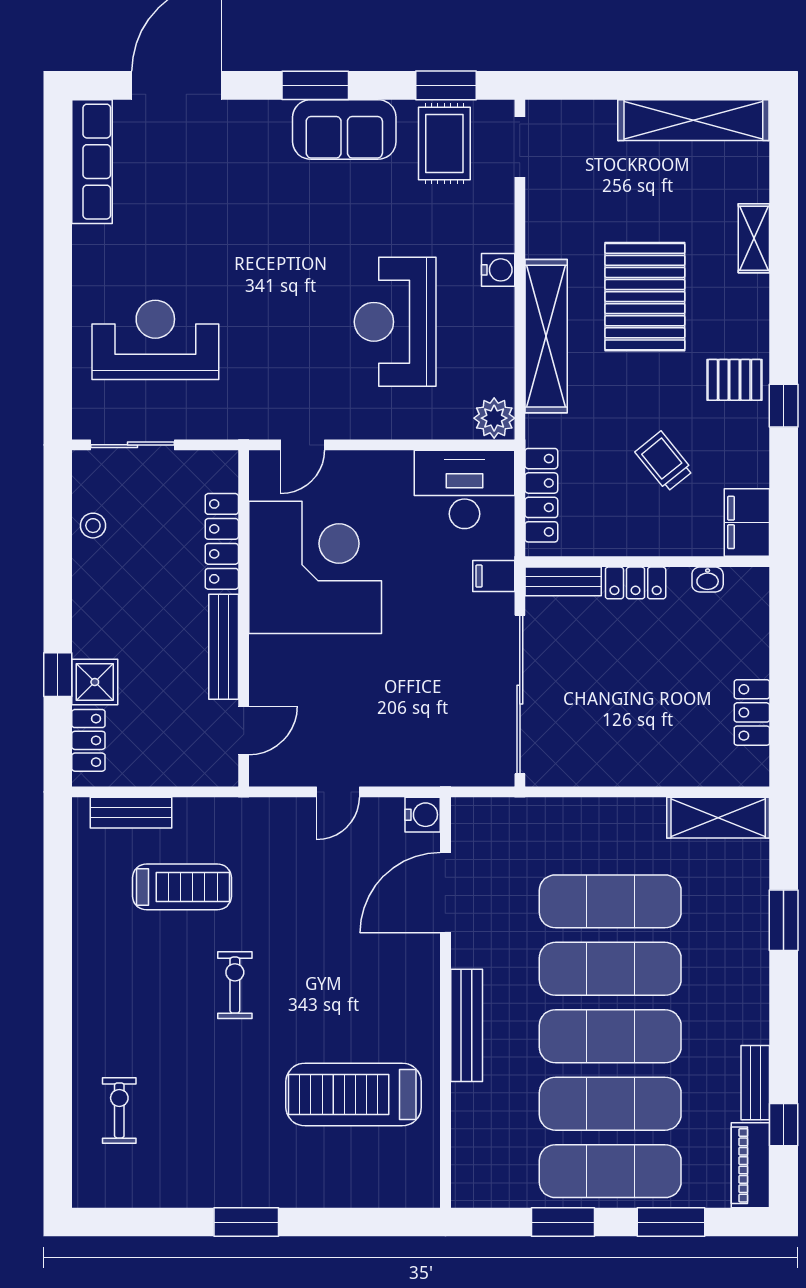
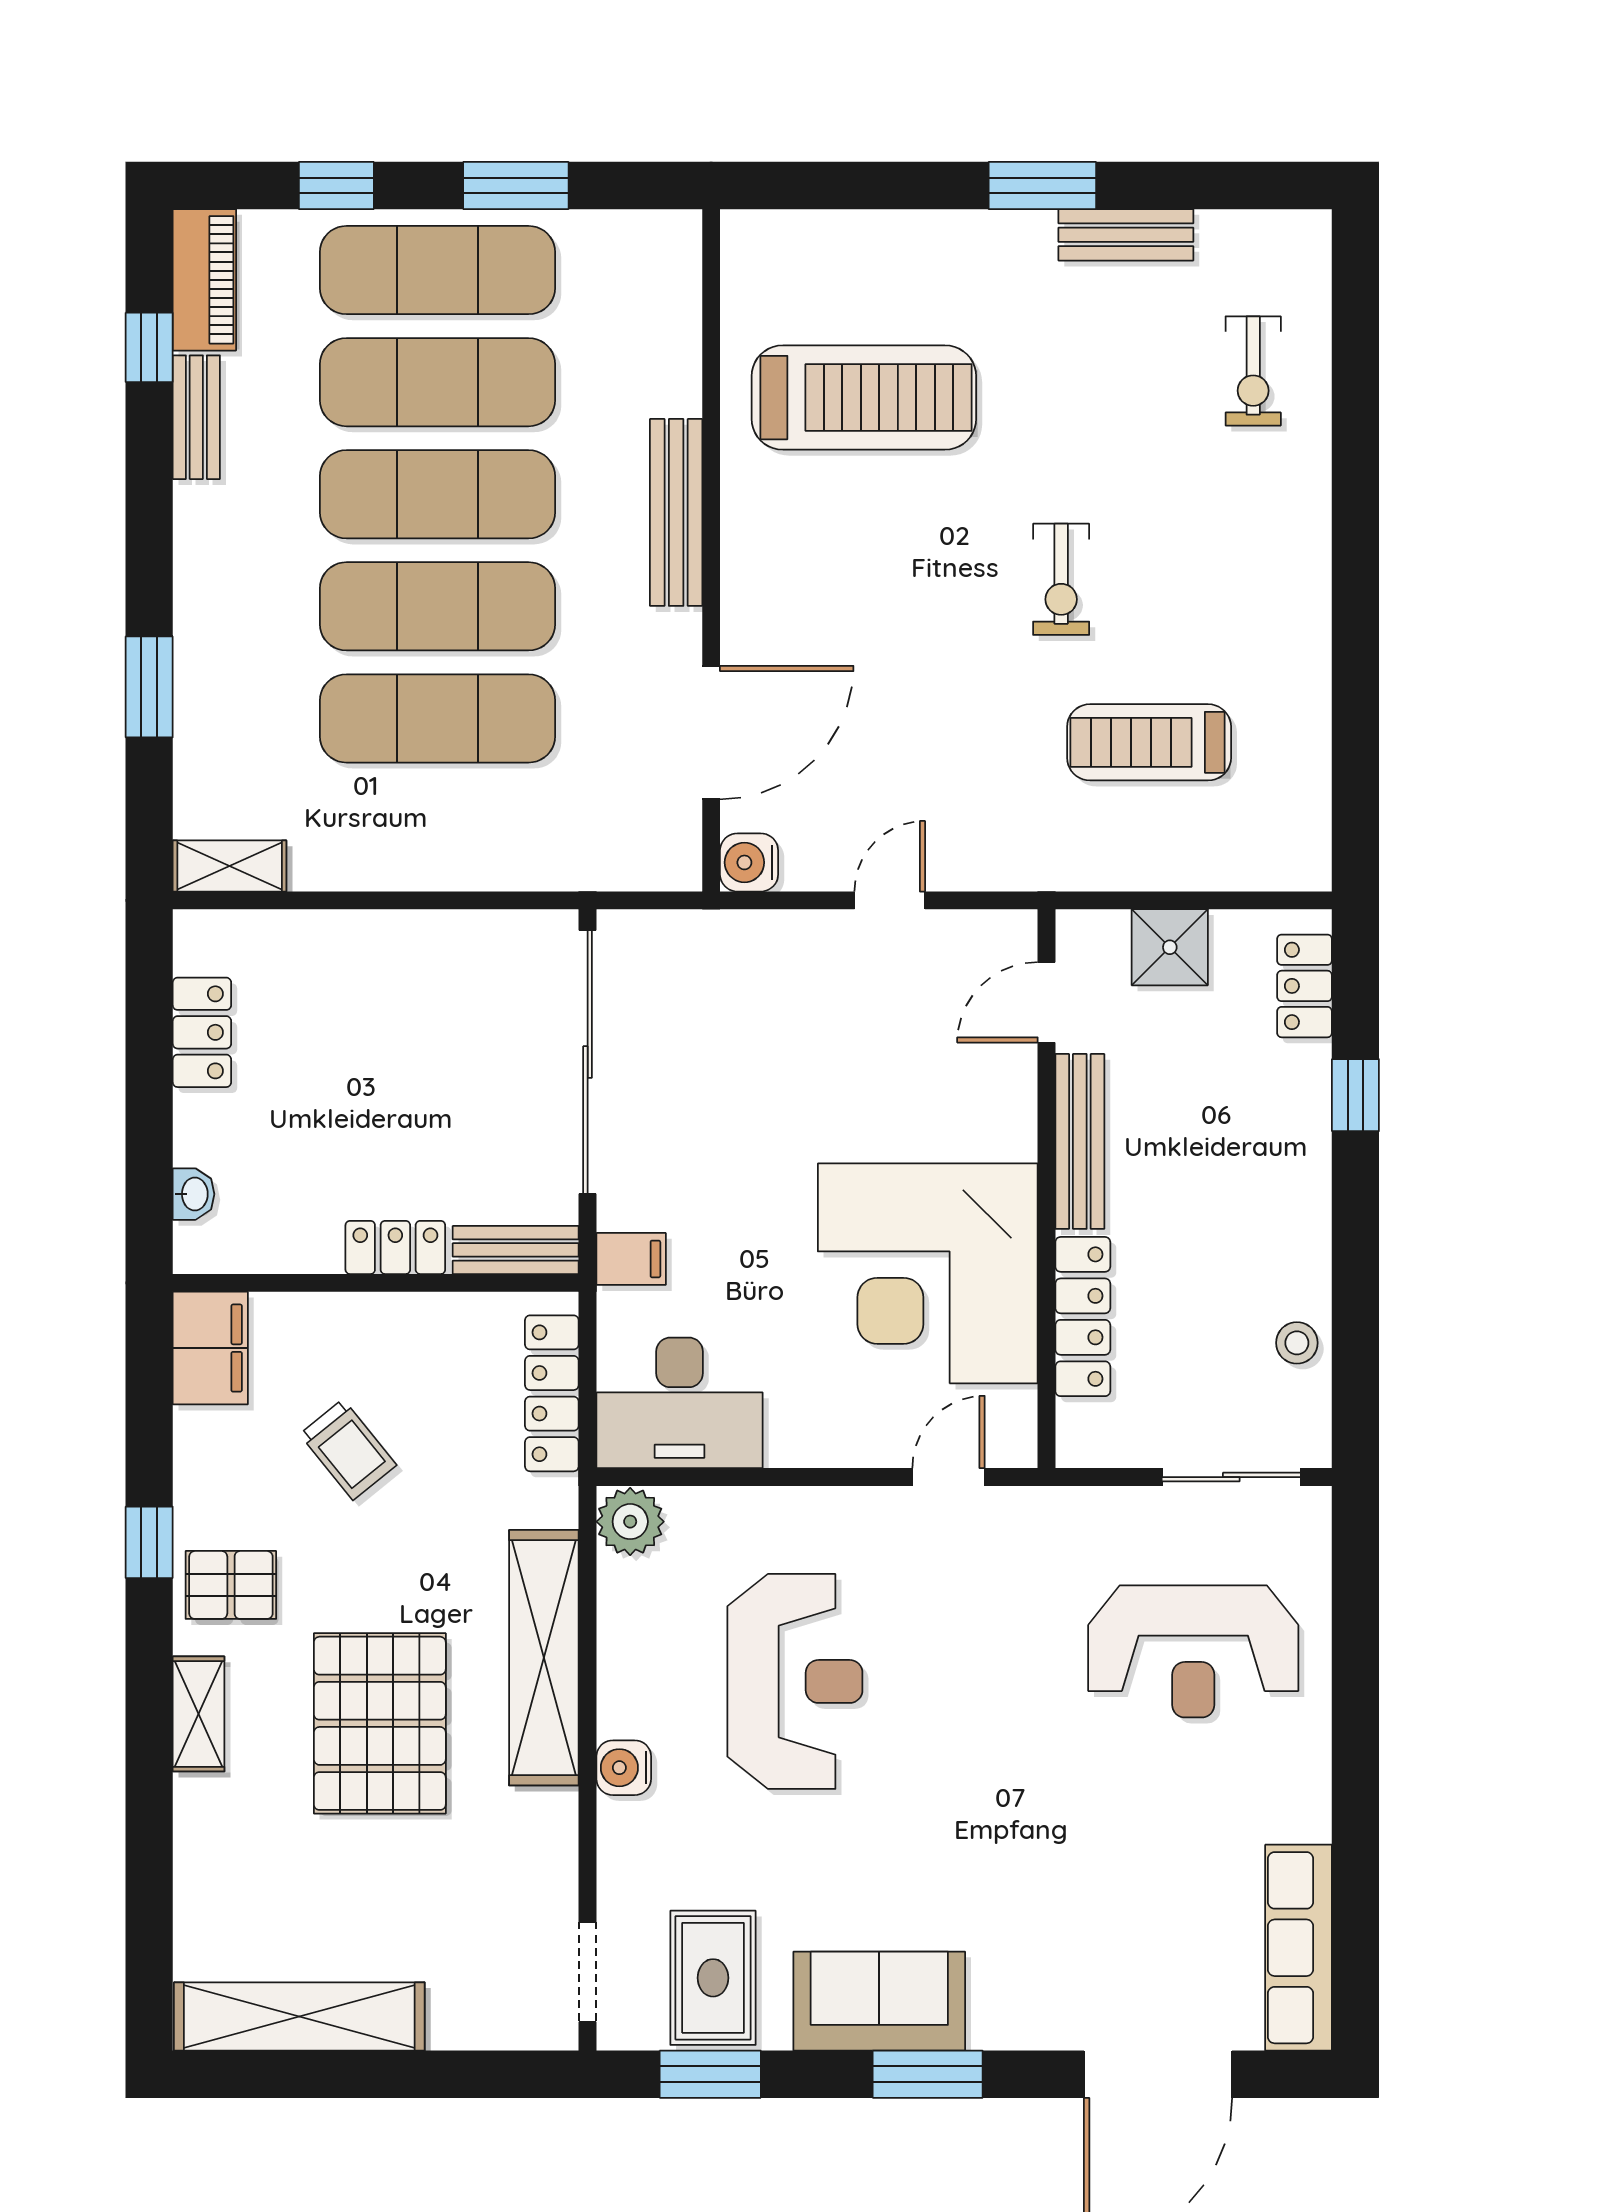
shelving: (754, 238) -> (199, 1714), moved
washbasin: (708, 580) -> (194, 1194), moved, turned 90
shower: (95, 682) -> (1170, 947), moved
bench: (131, 813) -> (1126, 235), moved
shelving: (718, 818) -> (230, 866), width x0.67, depth x0.75
window: (671, 1222) -> (336, 185), width x0.67

